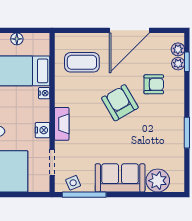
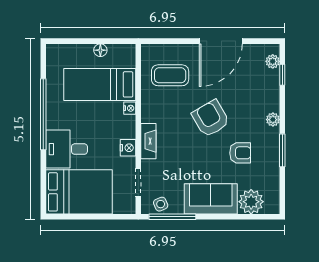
plant: (178, 64) -> (273, 120), moved
armchair: (154, 84) -> (240, 153), moved

